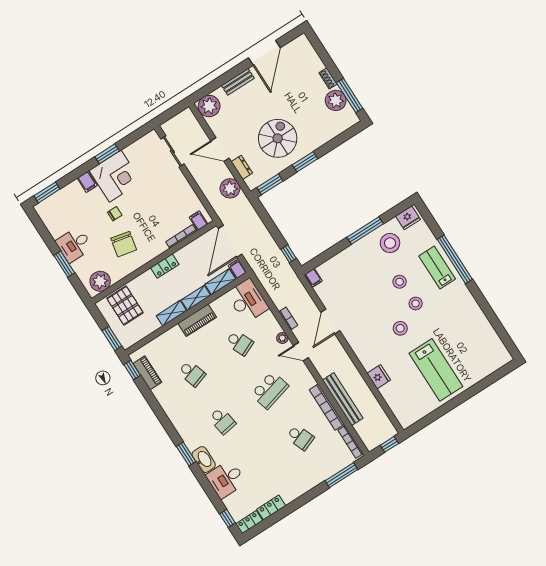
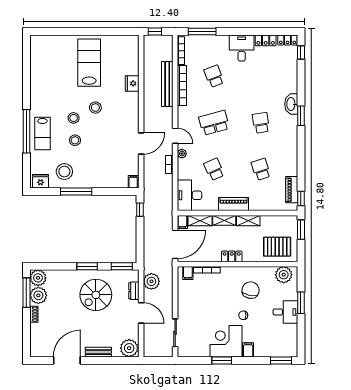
plant: (347, 118) -> (38, 278), added
pallet: (125, 305) -> (277, 247), turned 90
desk: (226, 479) -> (242, 48), moved, turned -90

